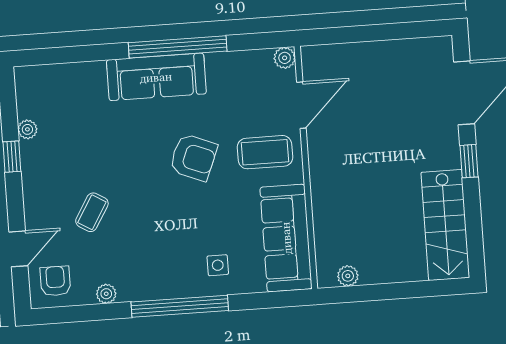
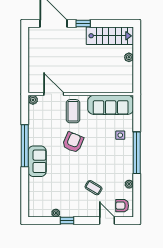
sofa: (156, 77) -> (37, 161), width x0.73
plant: (348, 276) -> (129, 57), moved

